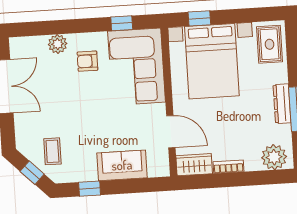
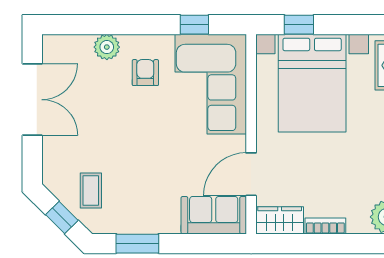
armchair: (87, 61) -> (145, 73), turned 90
door: (171, 132) -> (251, 174), swing flipped
sofa: (122, 165) -> (214, 215), moved
window: (90, 189) -> (137, 244), width x1.50

